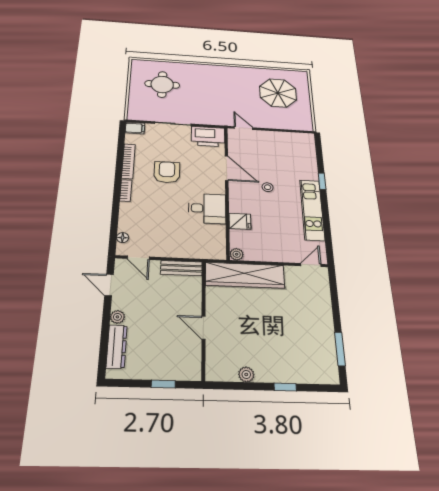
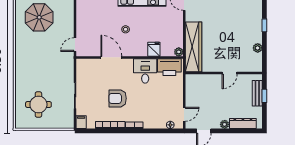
printer: (208, 136) -> (169, 67), moved, turned 90
door: (227, 168) -> (111, 57), hinge flipped
bench: (181, 268) -> (257, 93), moved

